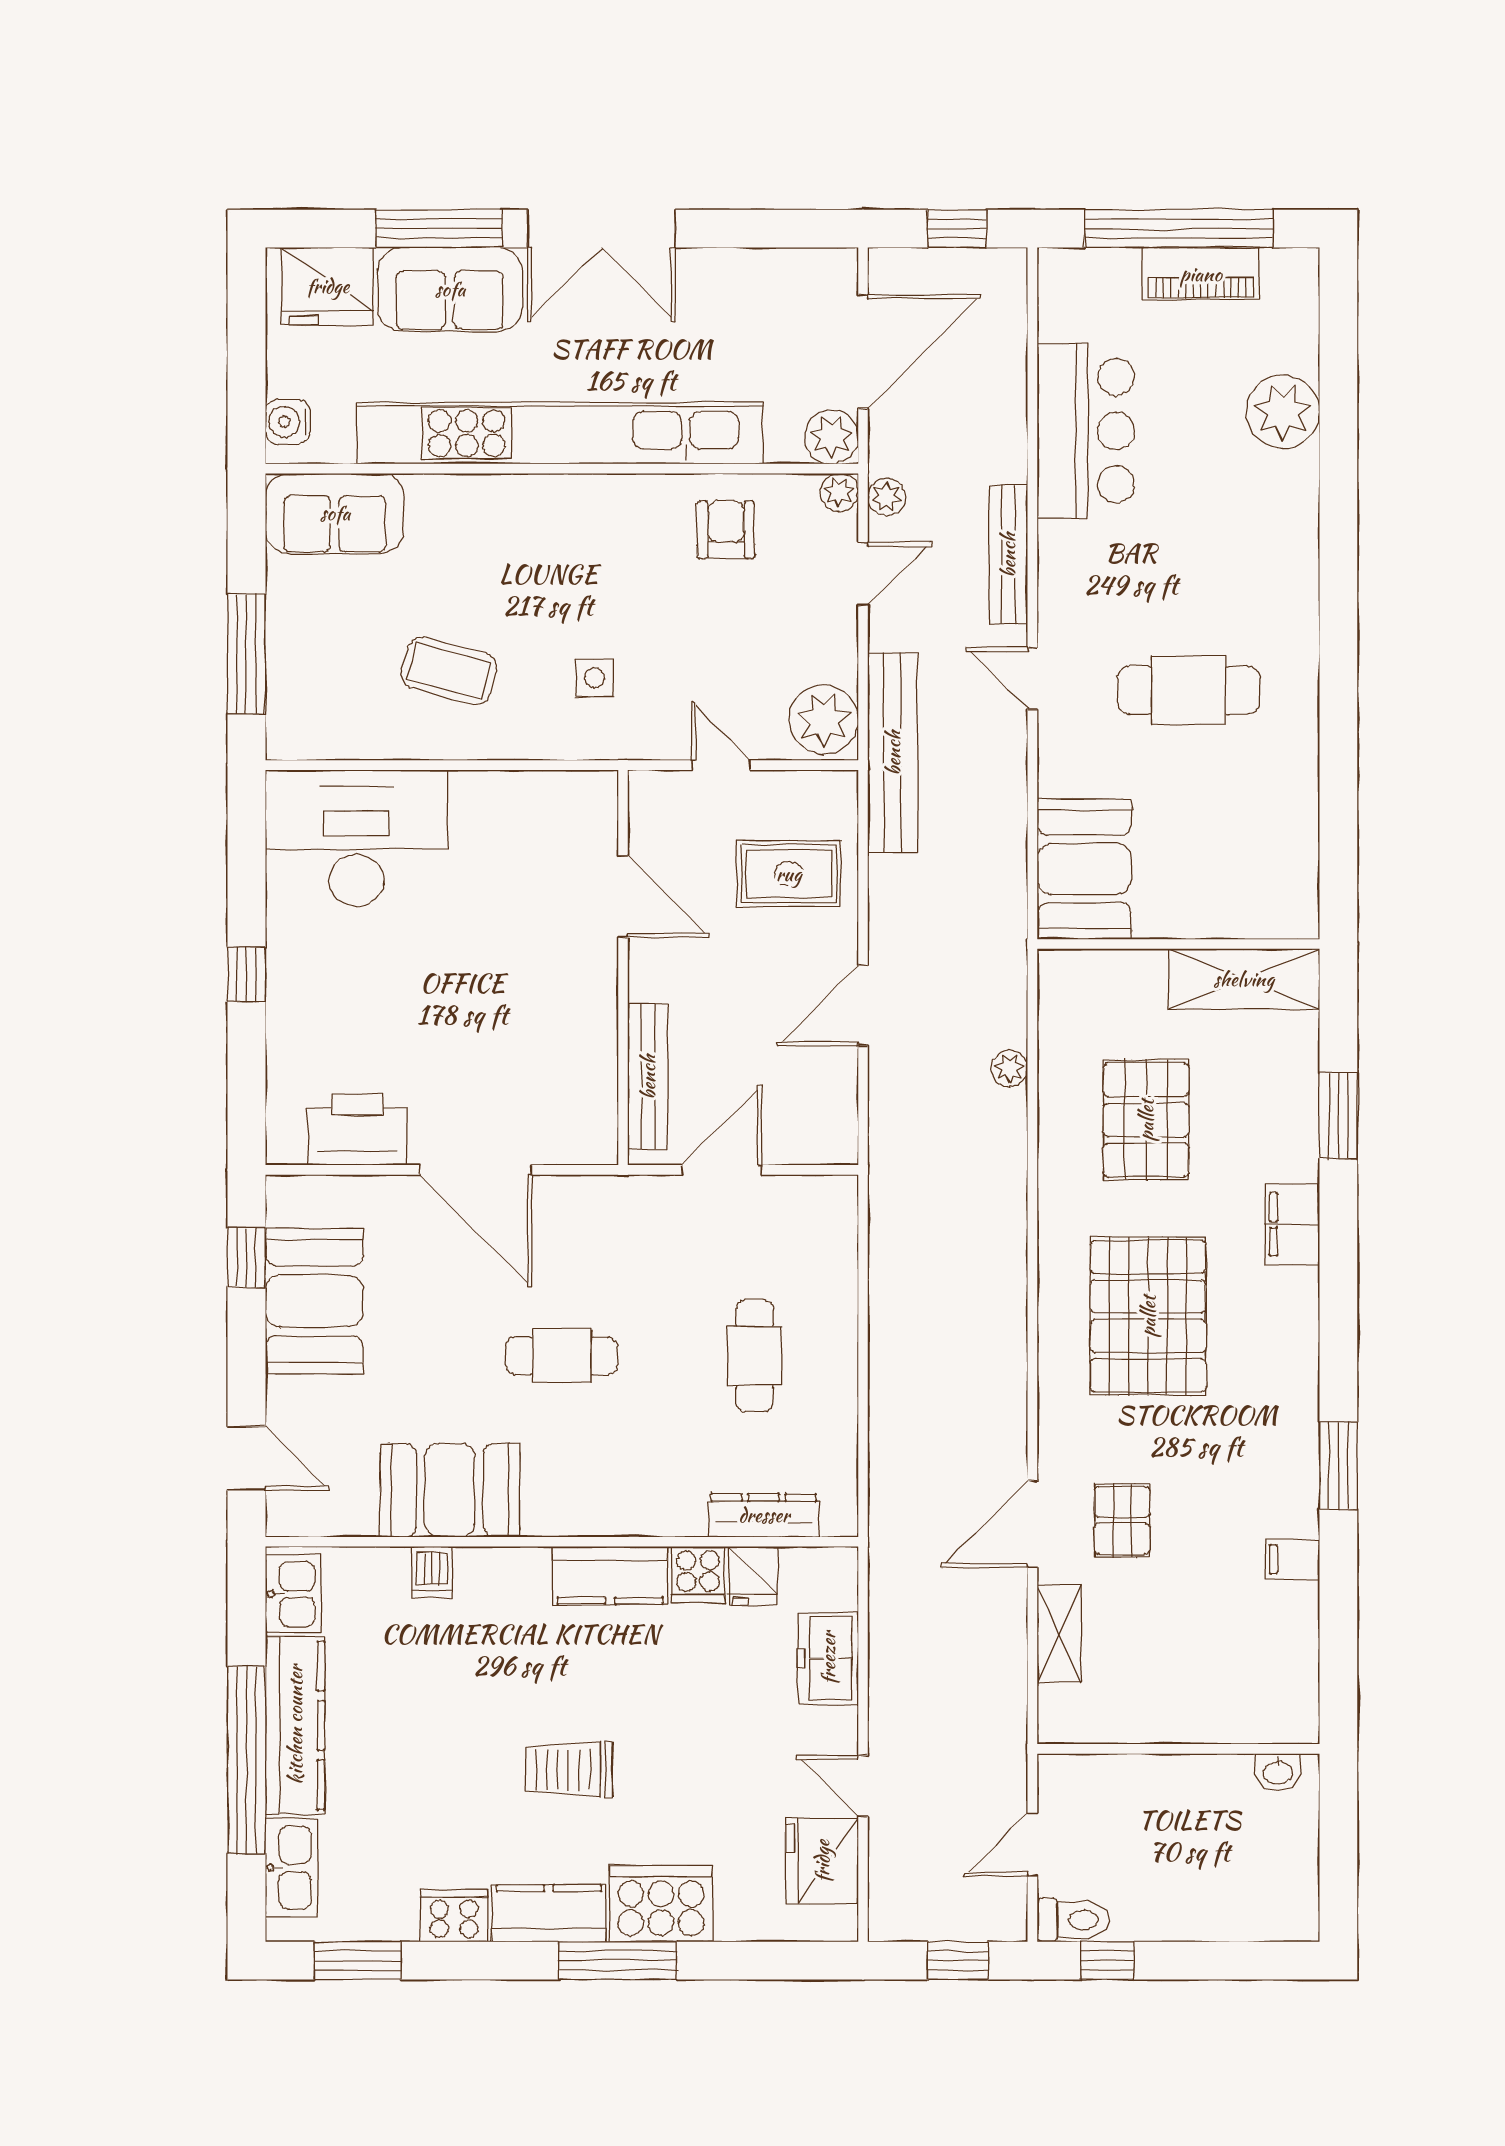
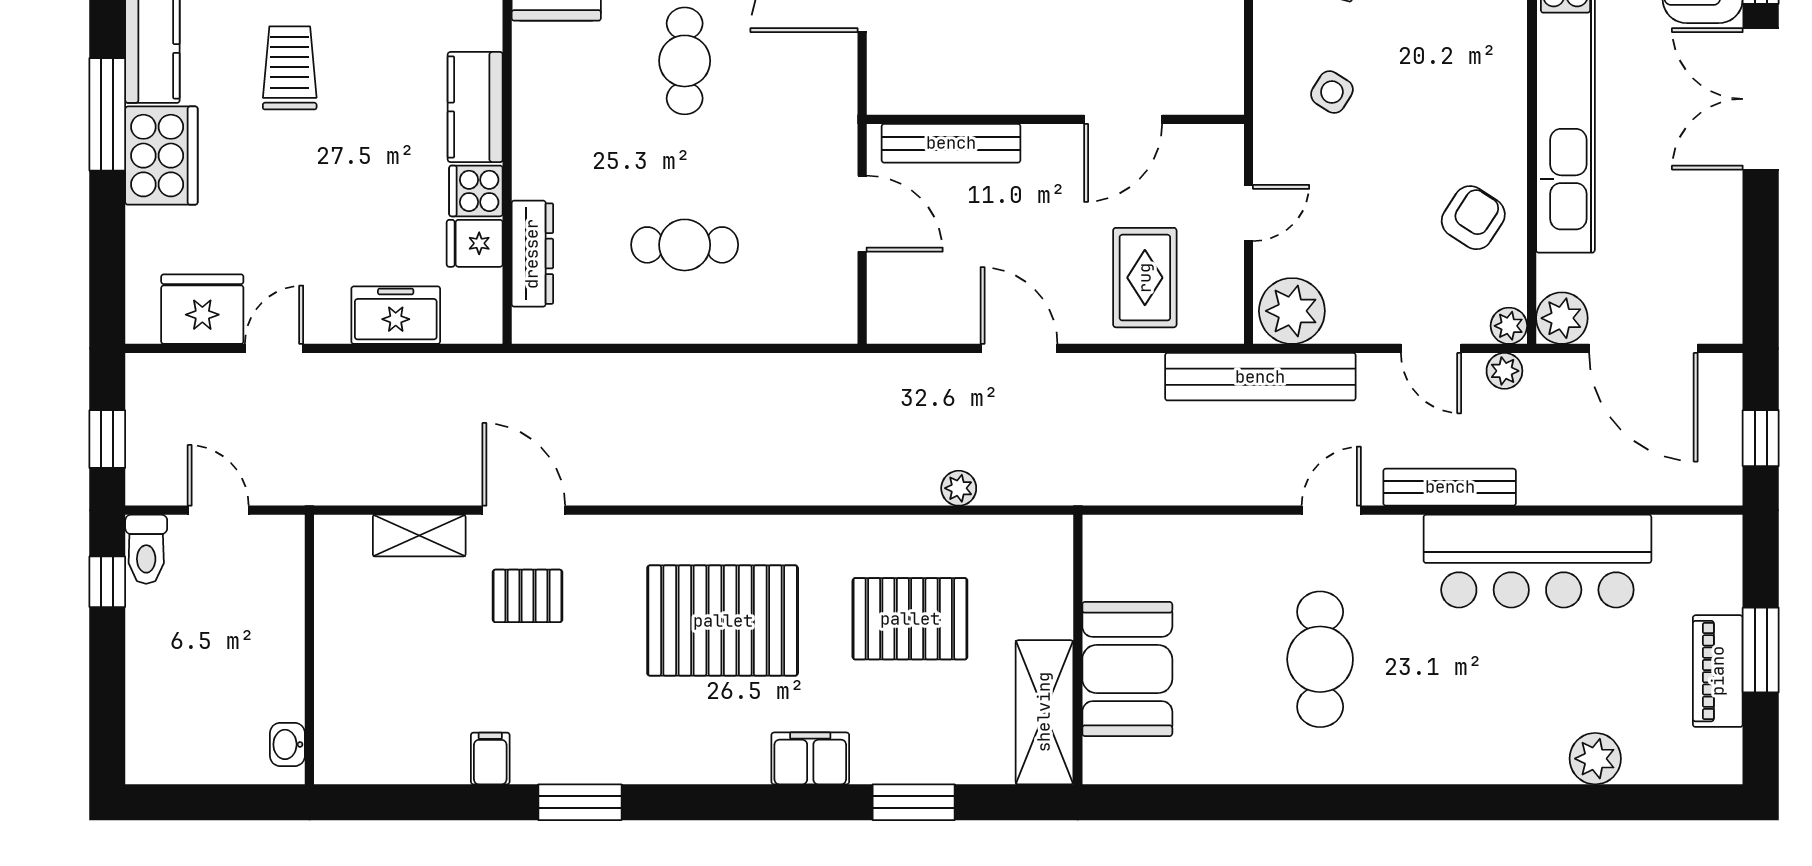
window: (1179, 229) -> (1761, 650), width x0.47
plant: (1283, 412) -> (1595, 759), width x0.73, depth x0.73
bar counter: (1086, 431) -> (1537, 561), width x1.36
armchair: (726, 530) -> (1473, 218), turned -57
side table: (594, 678) -> (1332, 92), turned 32
booth: (1084, 869) -> (1127, 669), moved, turned 90

